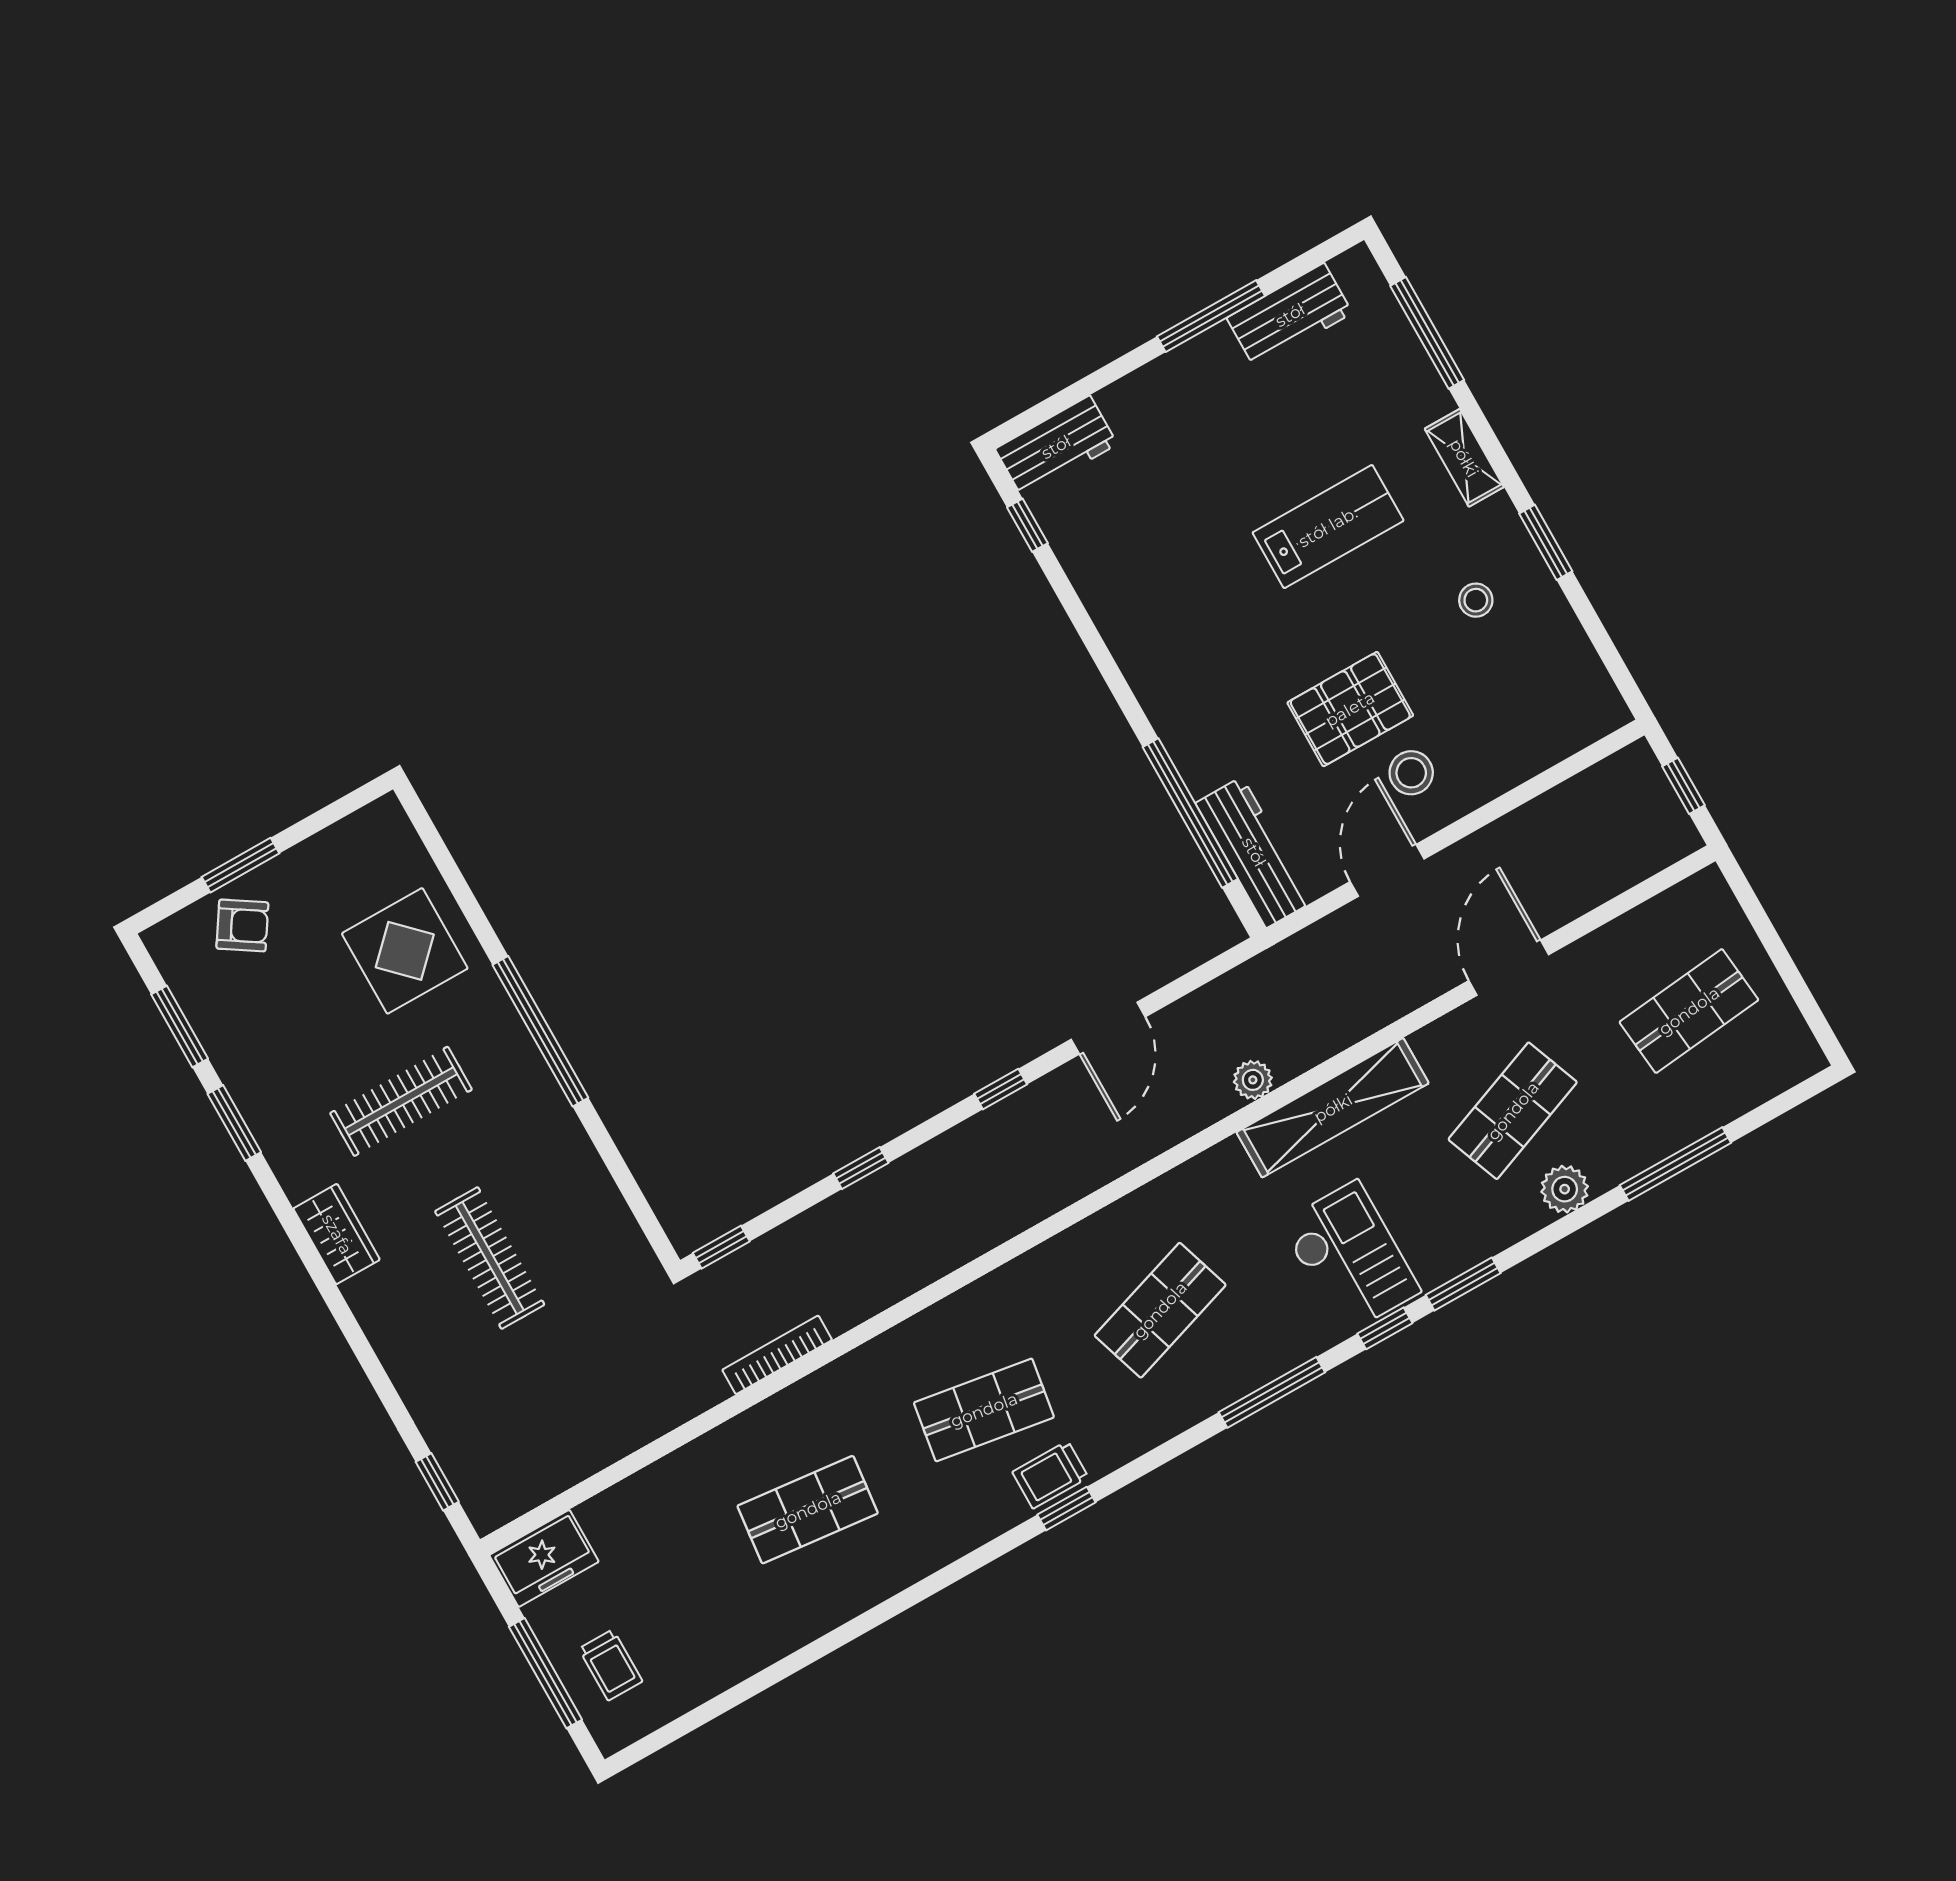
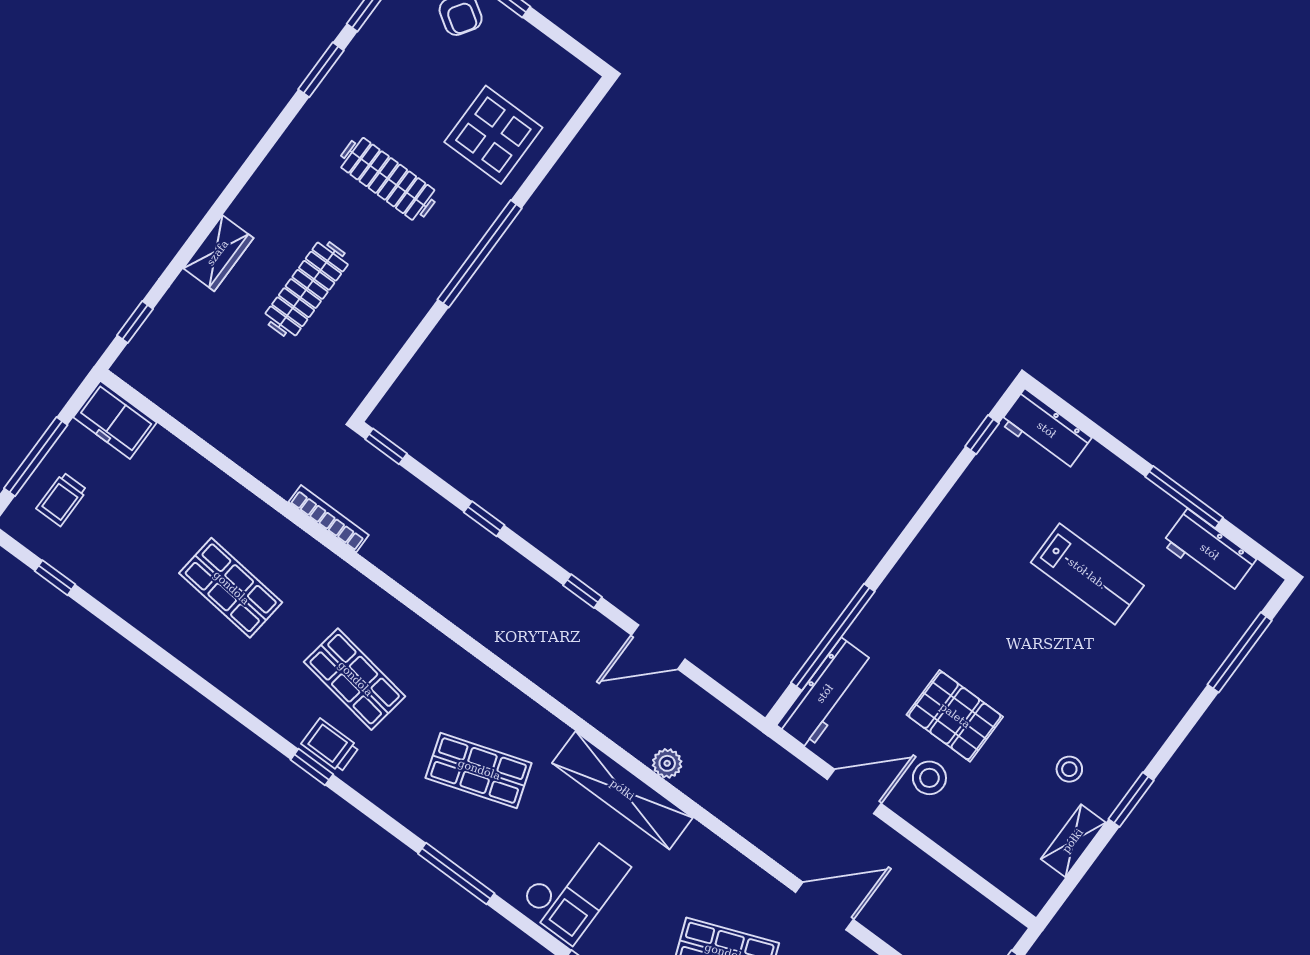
shelving: (1464, 458) -> (1073, 841), moved
lab bench: (1328, 527) -> (1087, 574), moved
shelving: (1333, 1108) -> (622, 790), moved
wardrobe: (337, 1234) -> (218, 253), moved
window: (1385, 1328) -> (55, 578), moved

